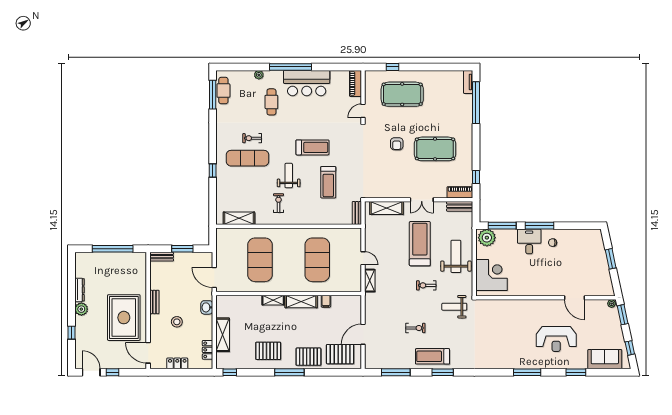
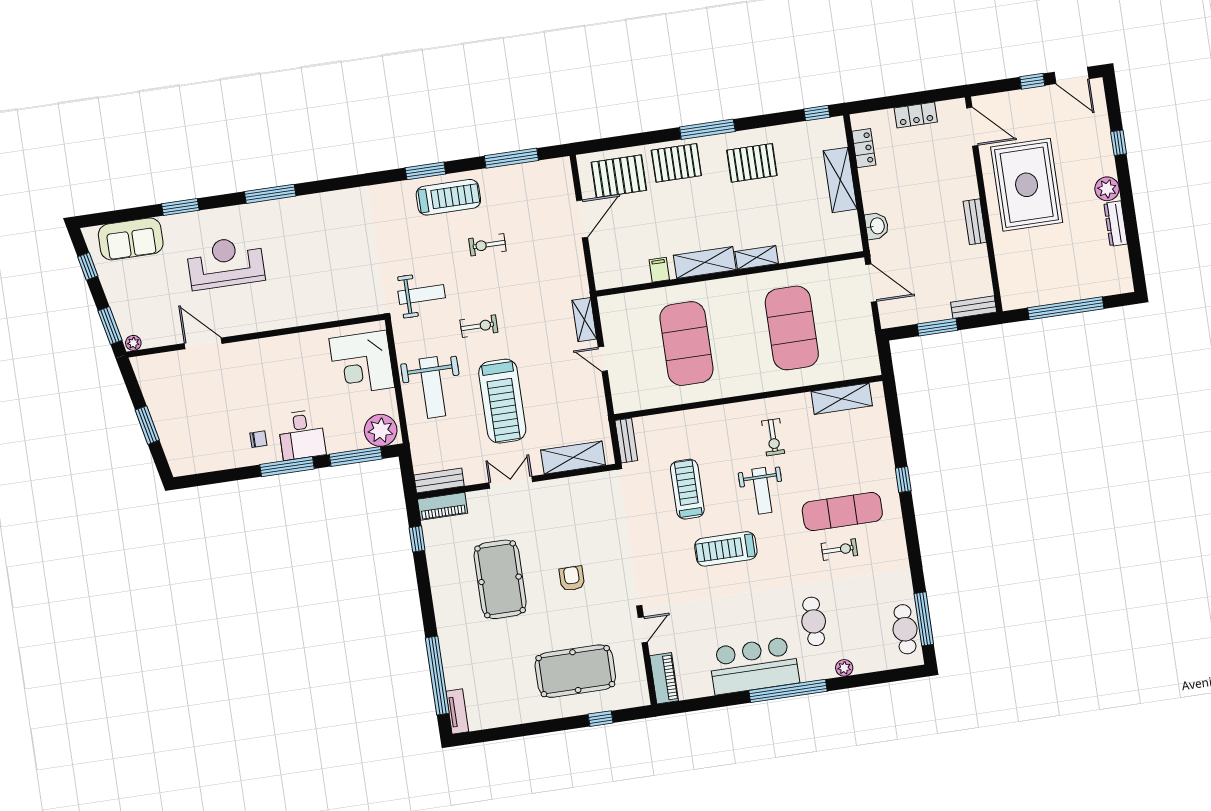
pool table: (435, 149) -> (500, 579), turned 90
stool: (177, 322) -> (928, 191), removed

